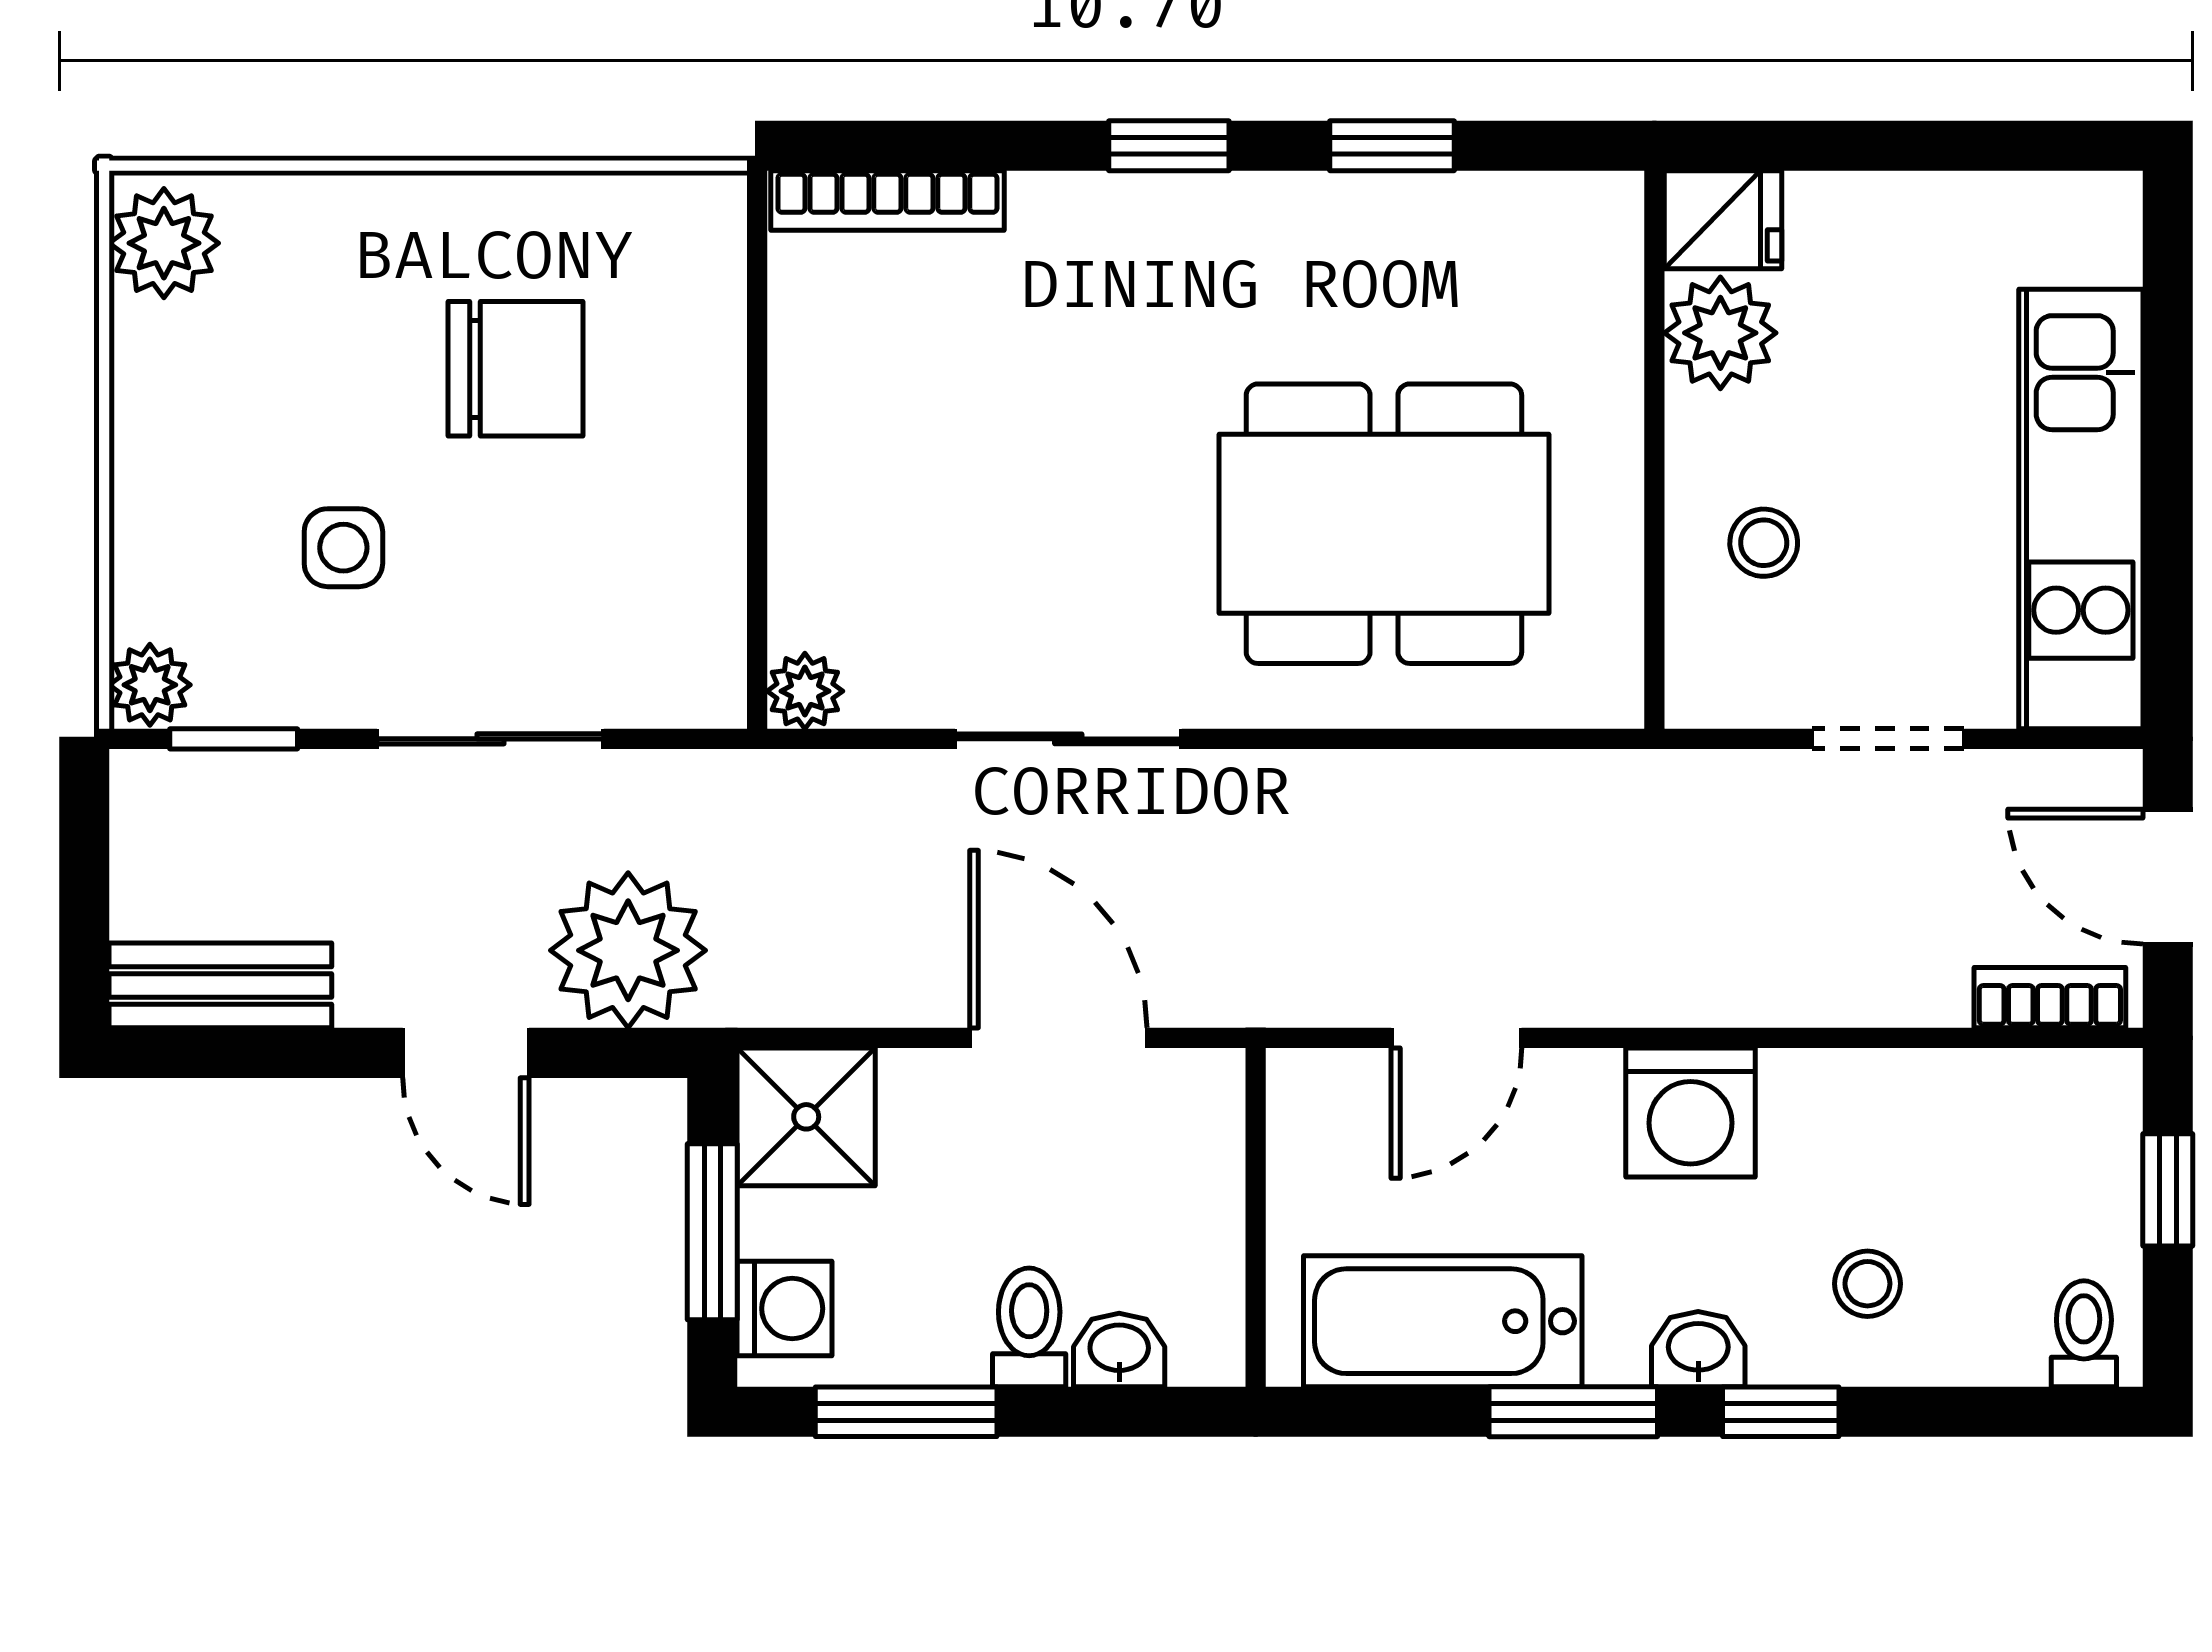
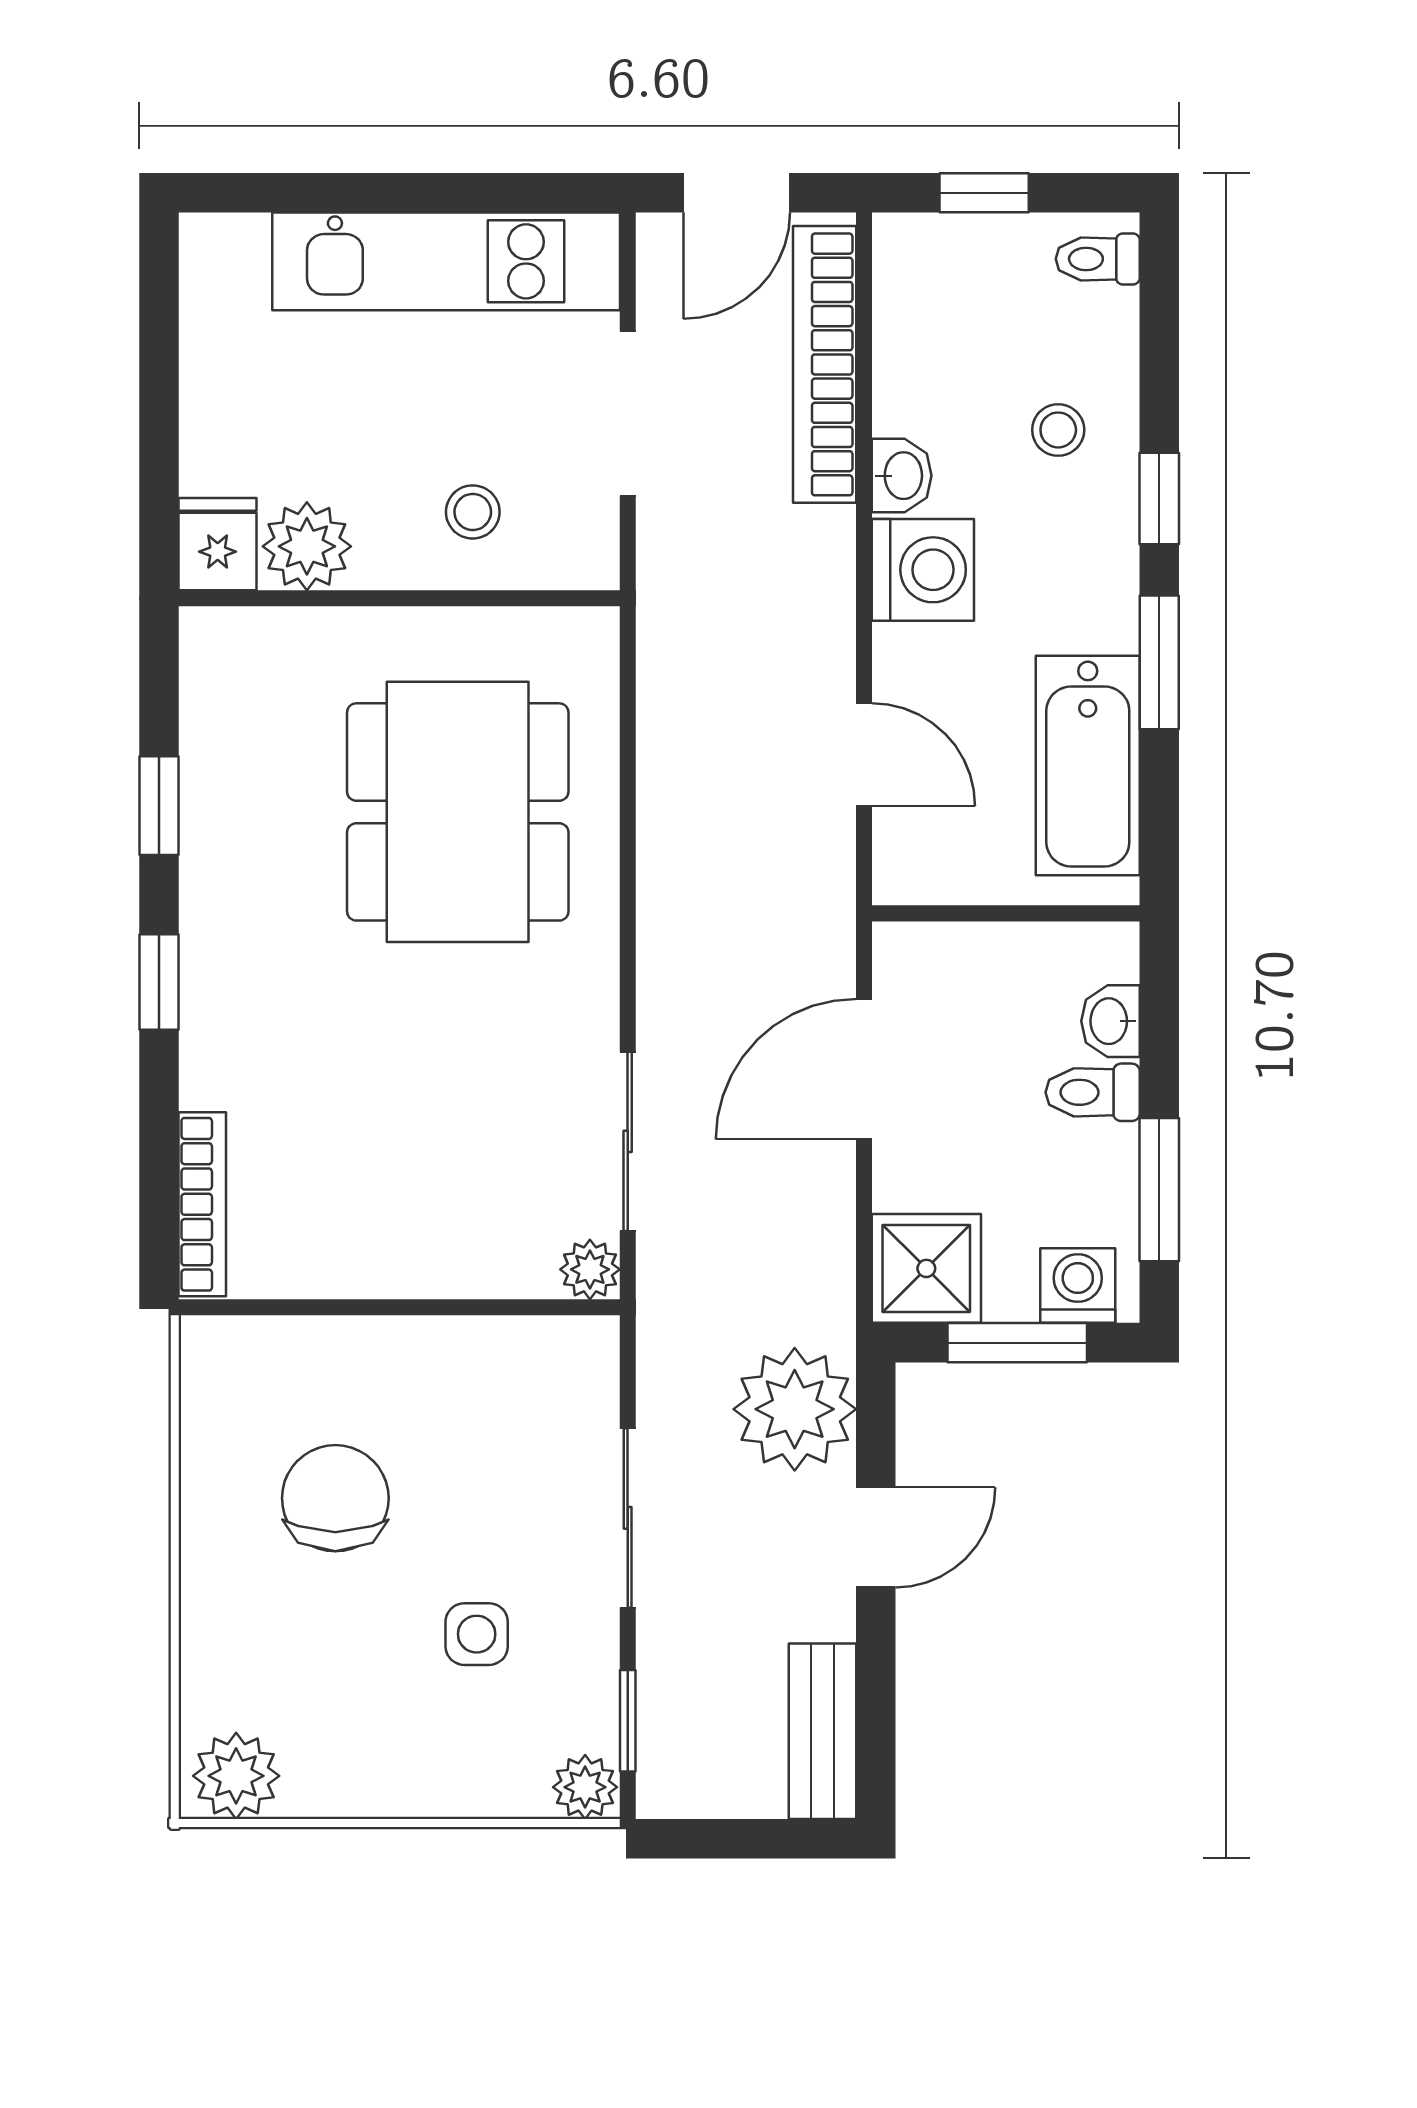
sliding door: (1068, 739) -> (628, 1141), moved
doorway: (1888, 739) -> (628, 414), width x1.38
bookcase: (2050, 998) -> (825, 364), width x2.31, depth x1.31
washbasin: (1698, 1349) -> (902, 476), moved, turned 180

